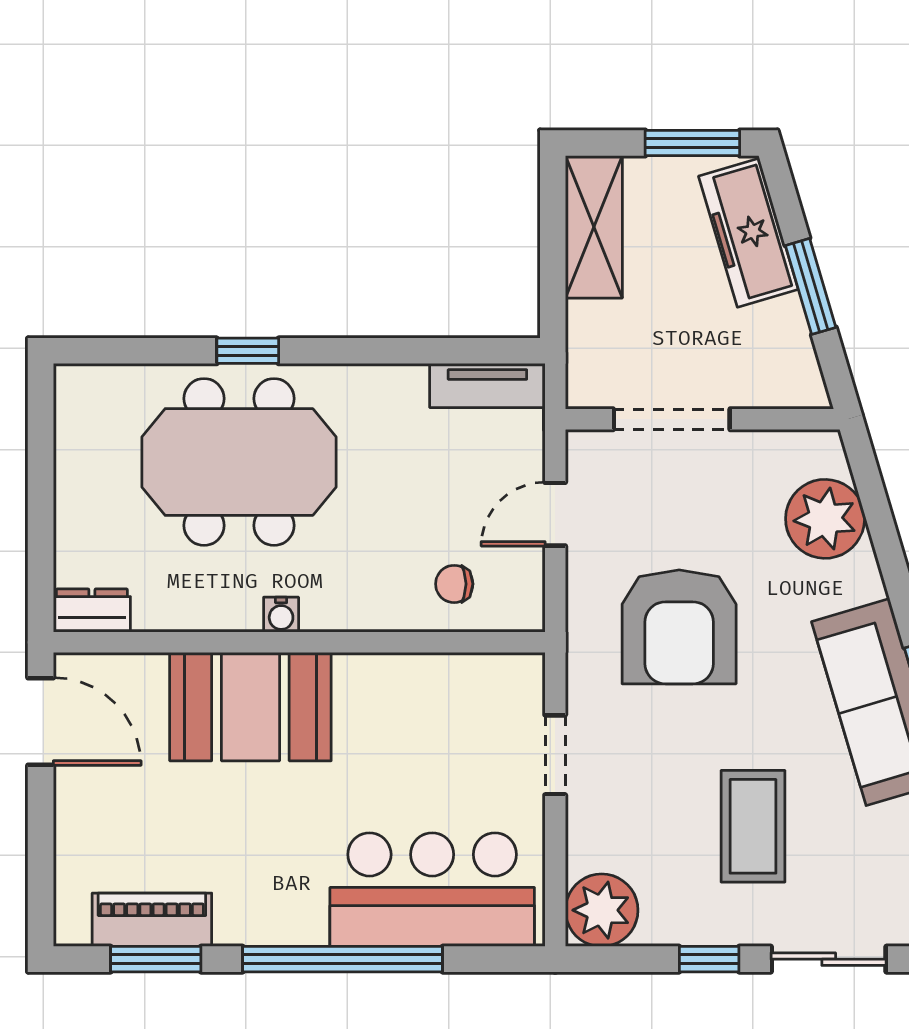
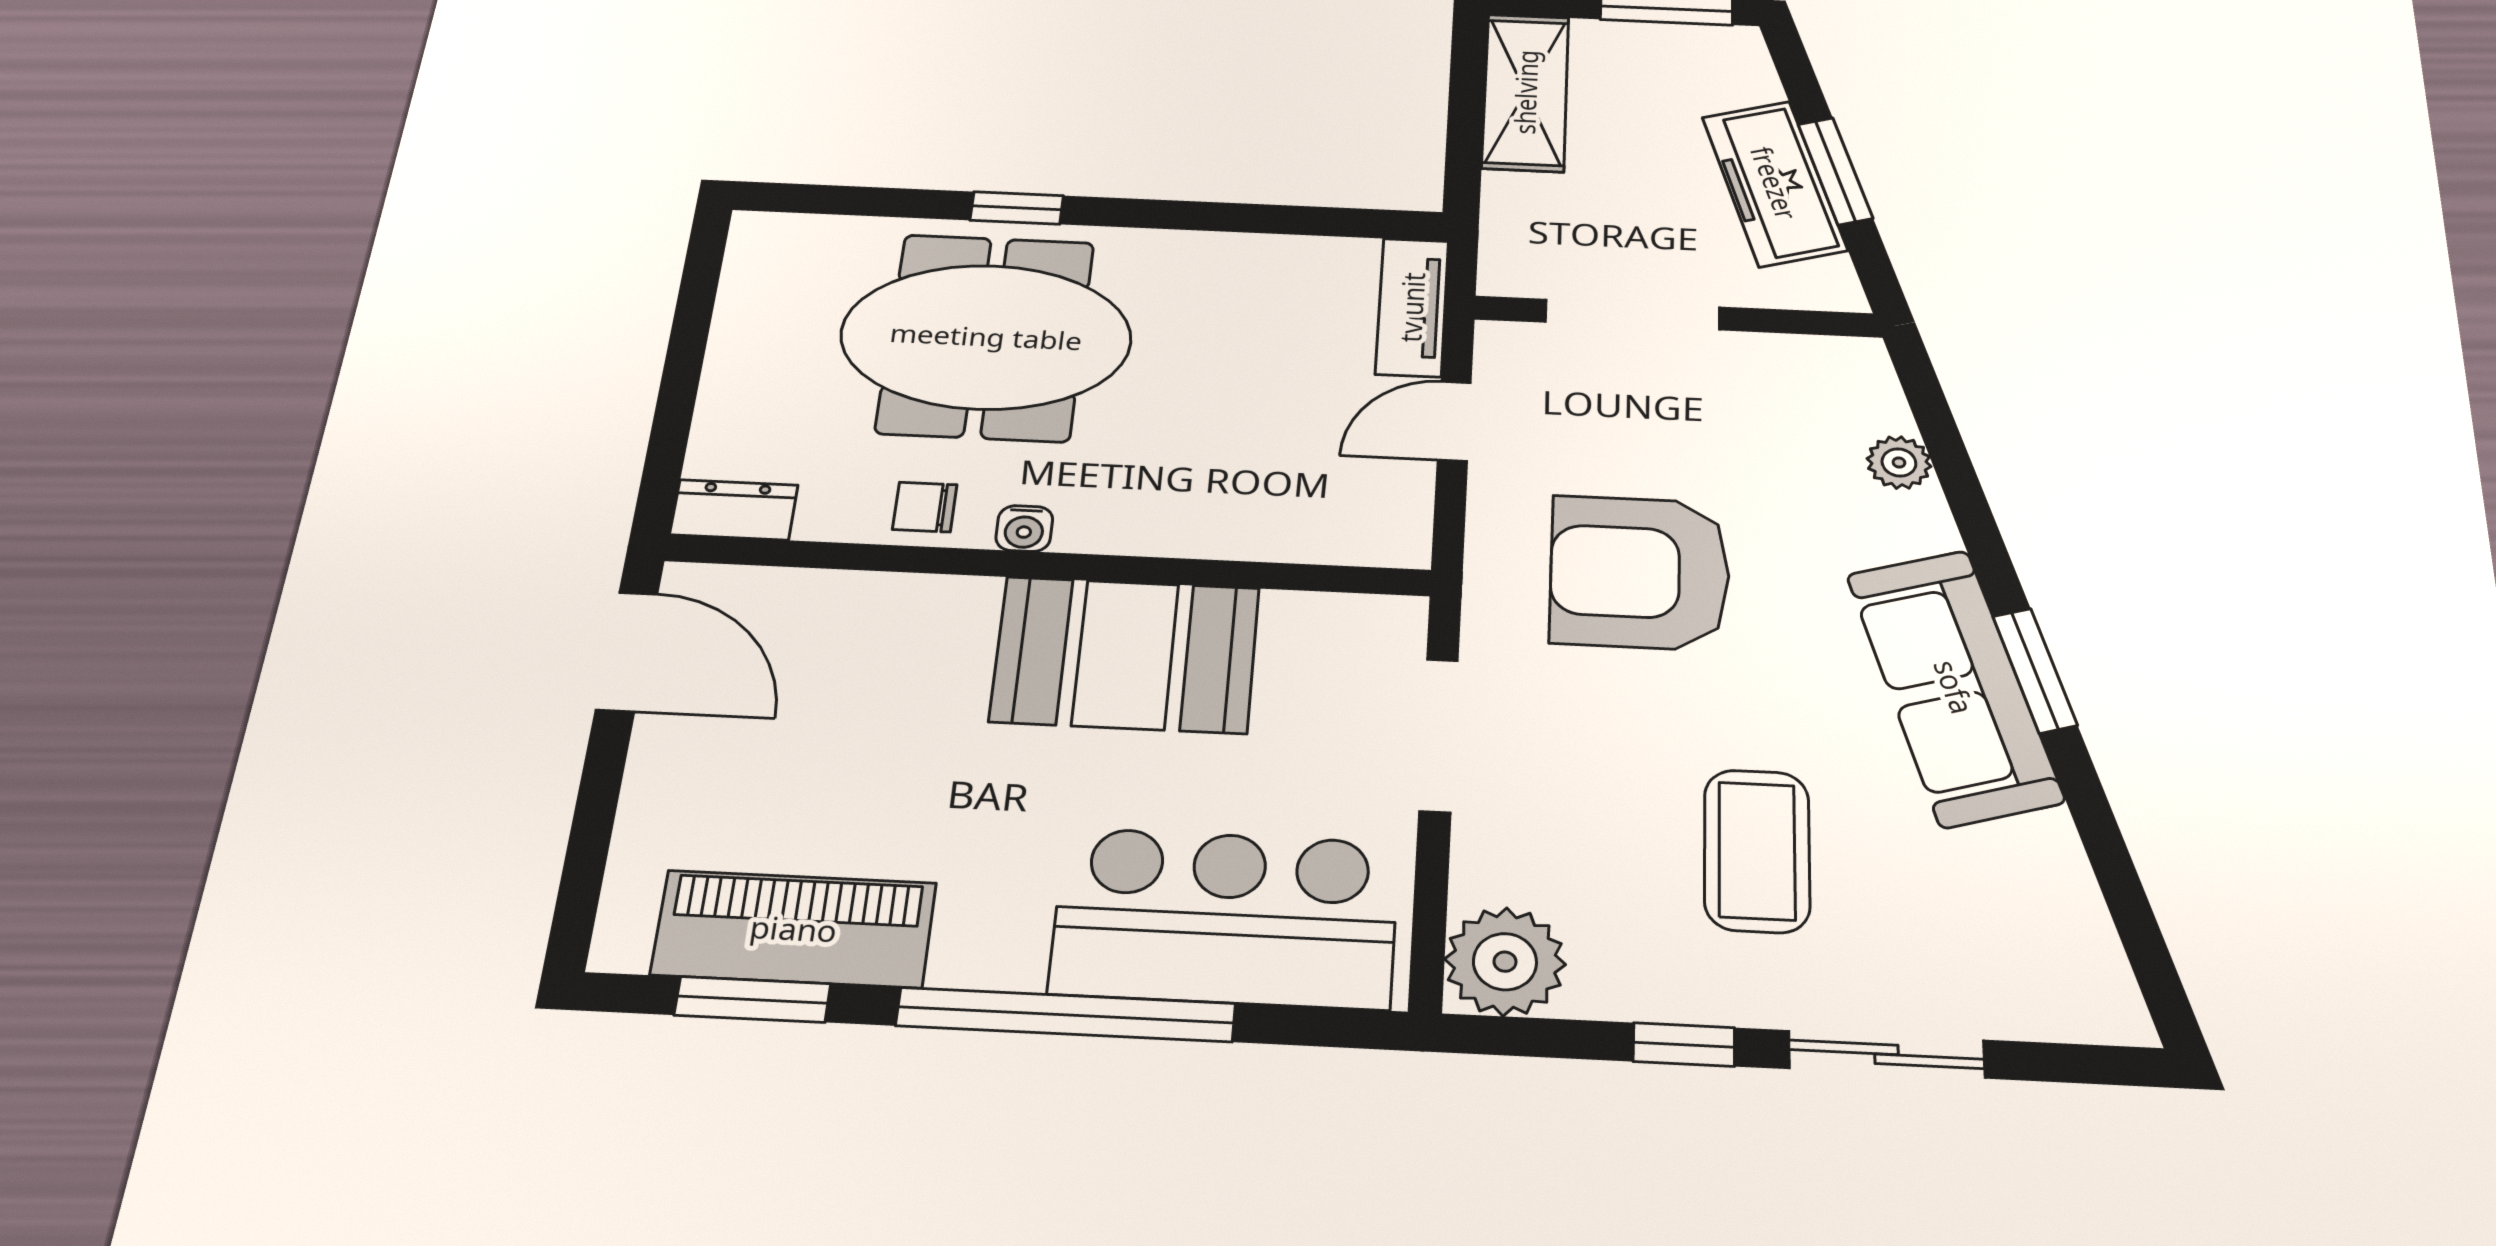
freezer: (748, 233) -> (1774, 183), moved
tv unit: (487, 386) -> (1412, 307), moved, turned 90
plant: (825, 519) -> (1899, 463), width x0.53, depth x0.53
chair: (454, 584) -> (925, 507), moved
armchair: (679, 627) -> (1640, 572), turned 90
booth: (250, 707) -> (1125, 654), moved
doorway: (555, 755) -> (1439, 735), width x1.38
piano: (152, 920) -> (794, 929), width x1.37, depth x1.33

